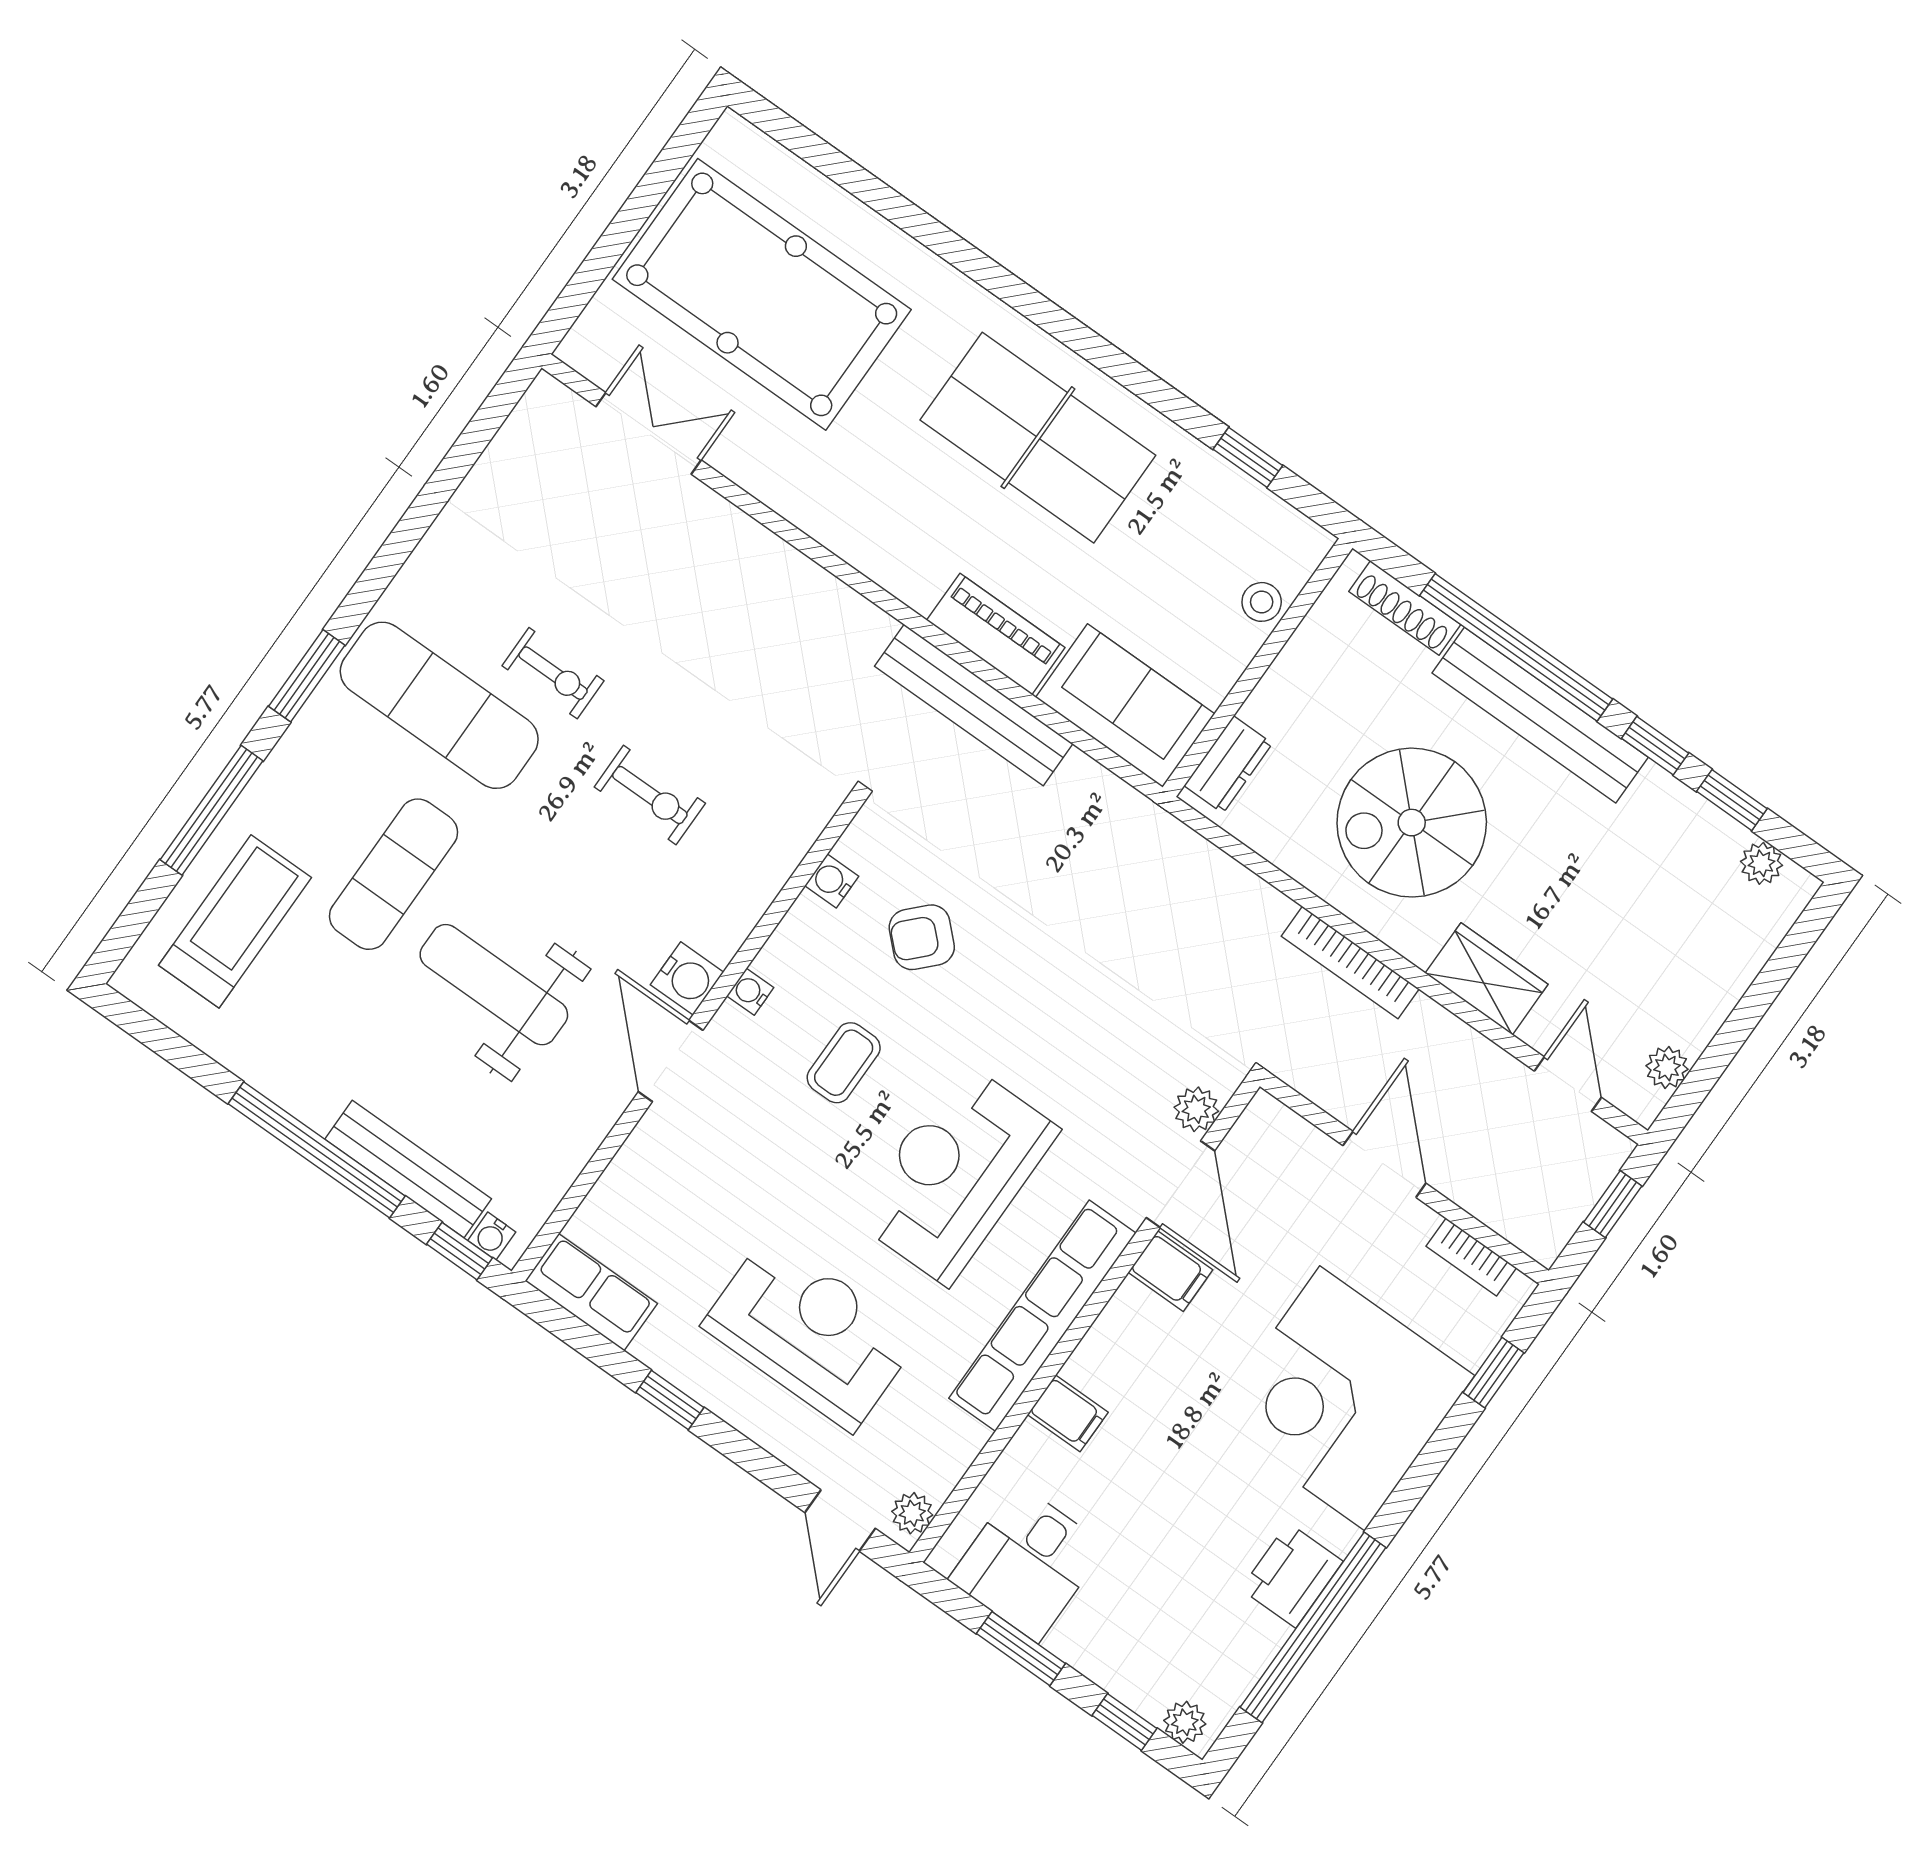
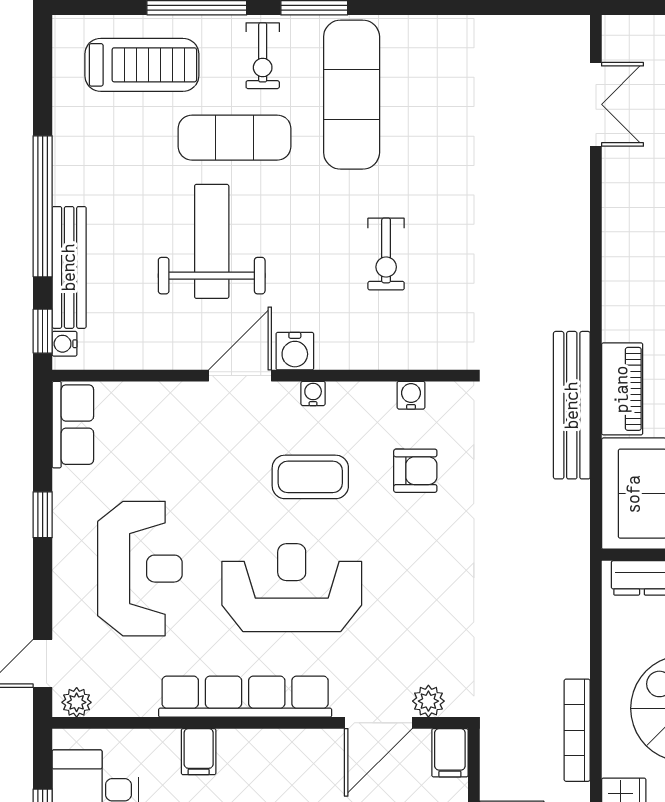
exercise bike: (553, 673) -> (263, 56), moved
armchair: (922, 937) -> (415, 471), turned 136
coffee table: (844, 1063) -> (310, 477), width x1.36, depth x1.30
filing cabinet: (1170, 1271) -> (450, 753), moved

